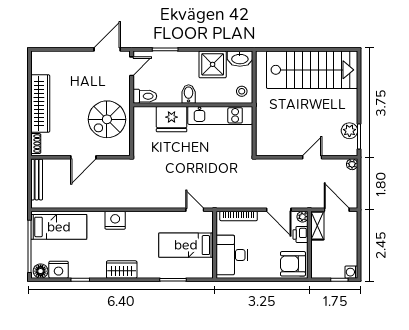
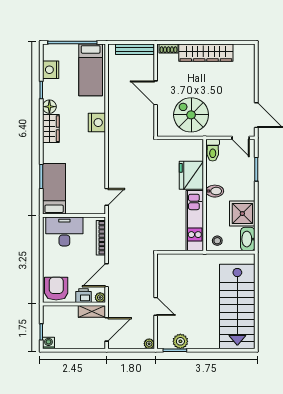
bed: (186, 245) -> (54, 189), moved
floor lamp: (41, 271) -> (49, 107), moved

